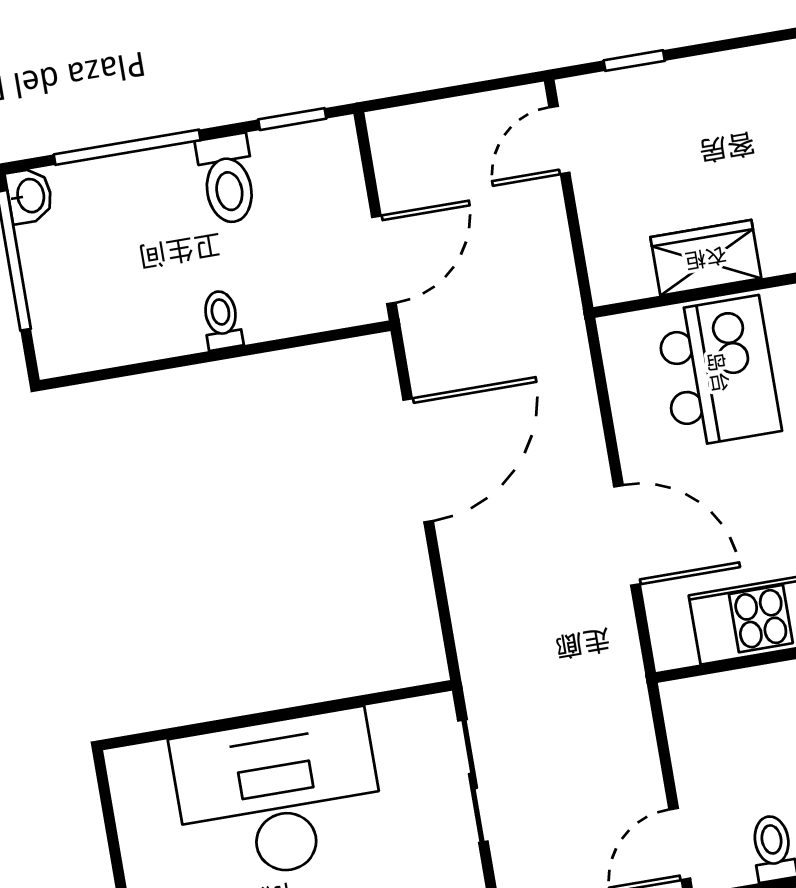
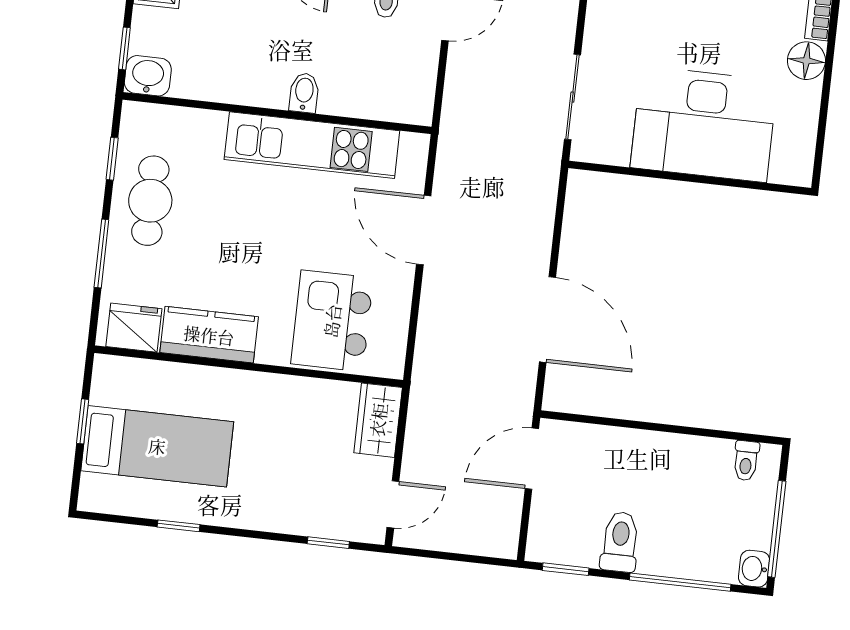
wardrobe: (706, 258) -> (378, 420), moved, turned 90
toilet: (222, 320) -> (746, 461), moved
door: (418, 460) -> (547, 320), swing flipped

